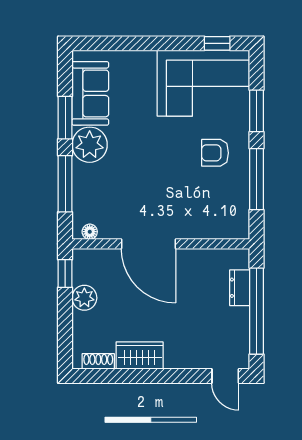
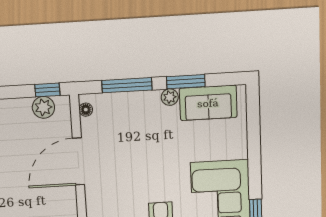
plant: (90, 145) -> (170, 97), width x0.53, depth x0.53
plant: (84, 298) -> (43, 107), moved

